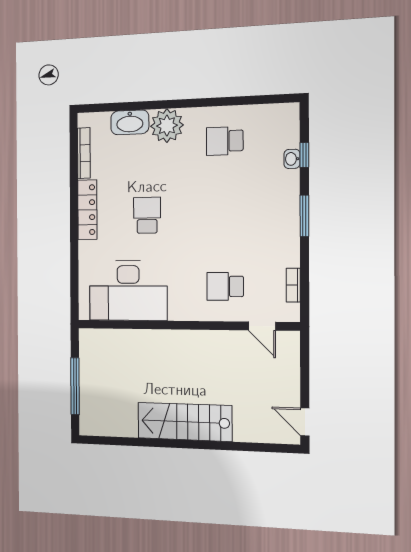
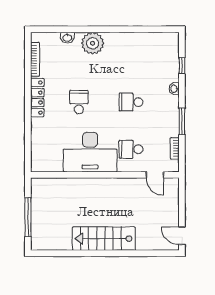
washbasin: (130, 122) -> (67, 38), width x0.52, depth x0.69
school desk: (225, 141) -> (131, 102), moved
washbasin: (292, 159) -> (174, 89), moved
window: (304, 216) -> (182, 122), moved
desk: (128, 291) -> (90, 152), moved

